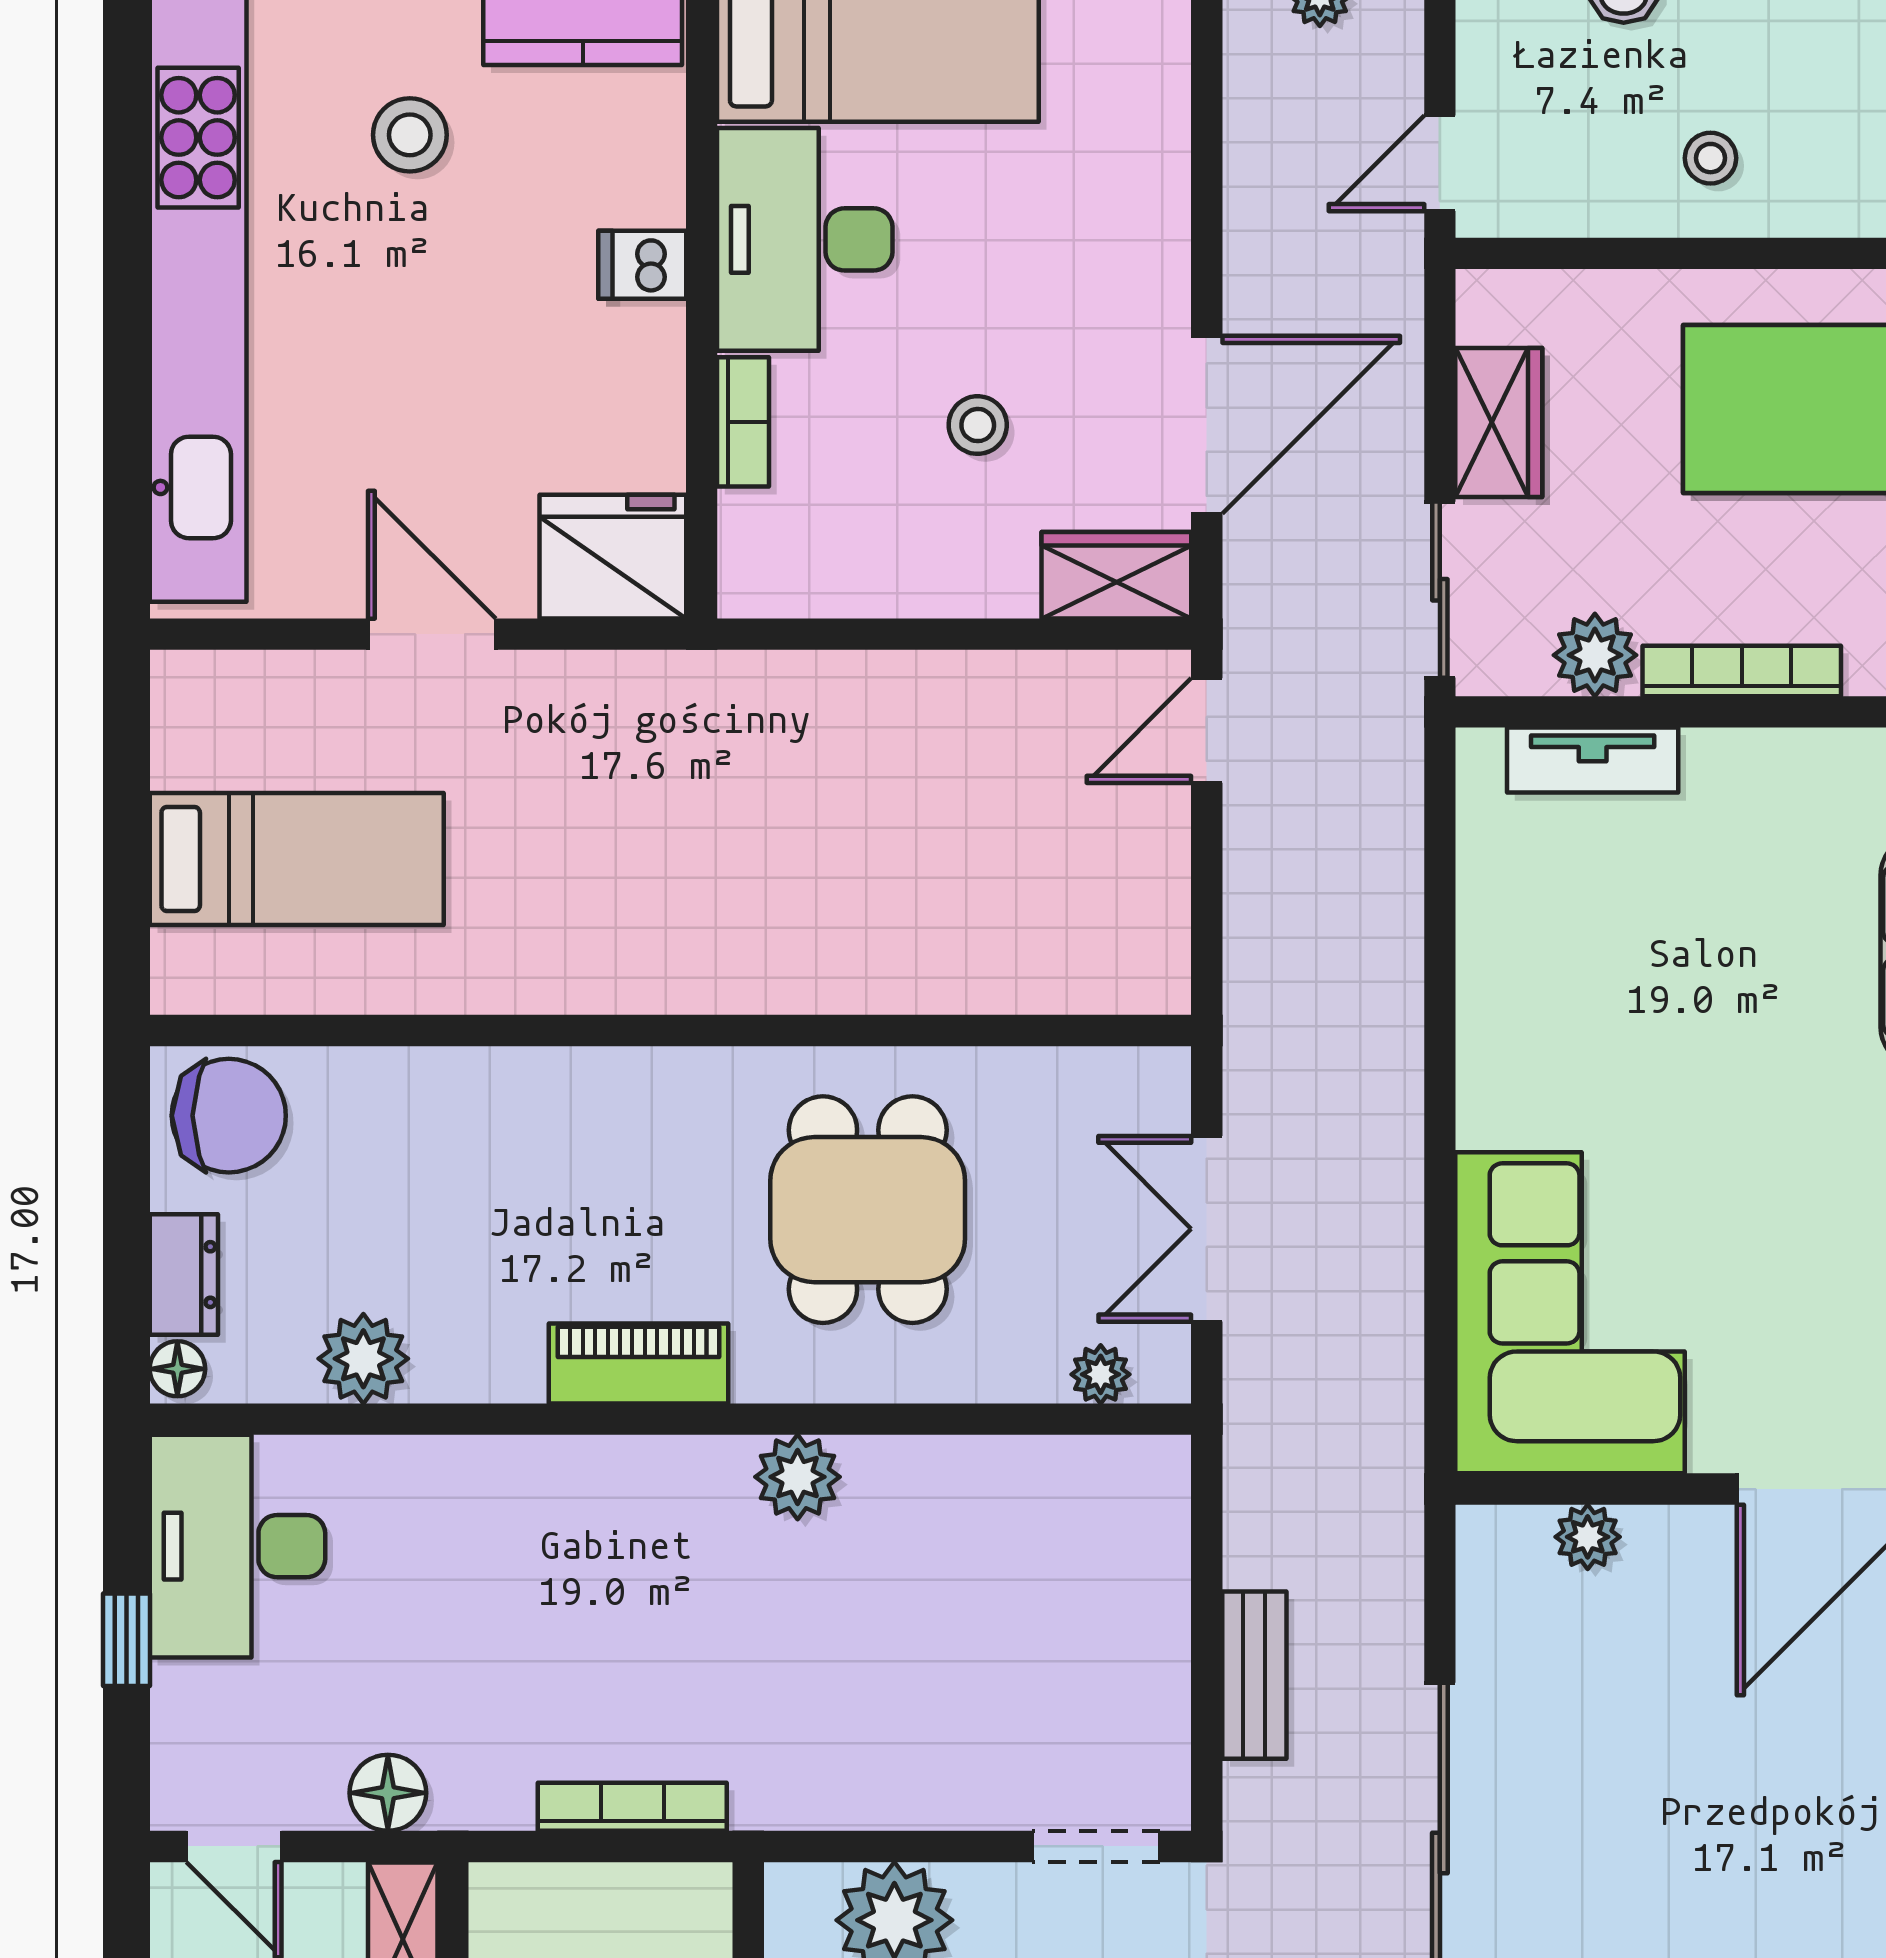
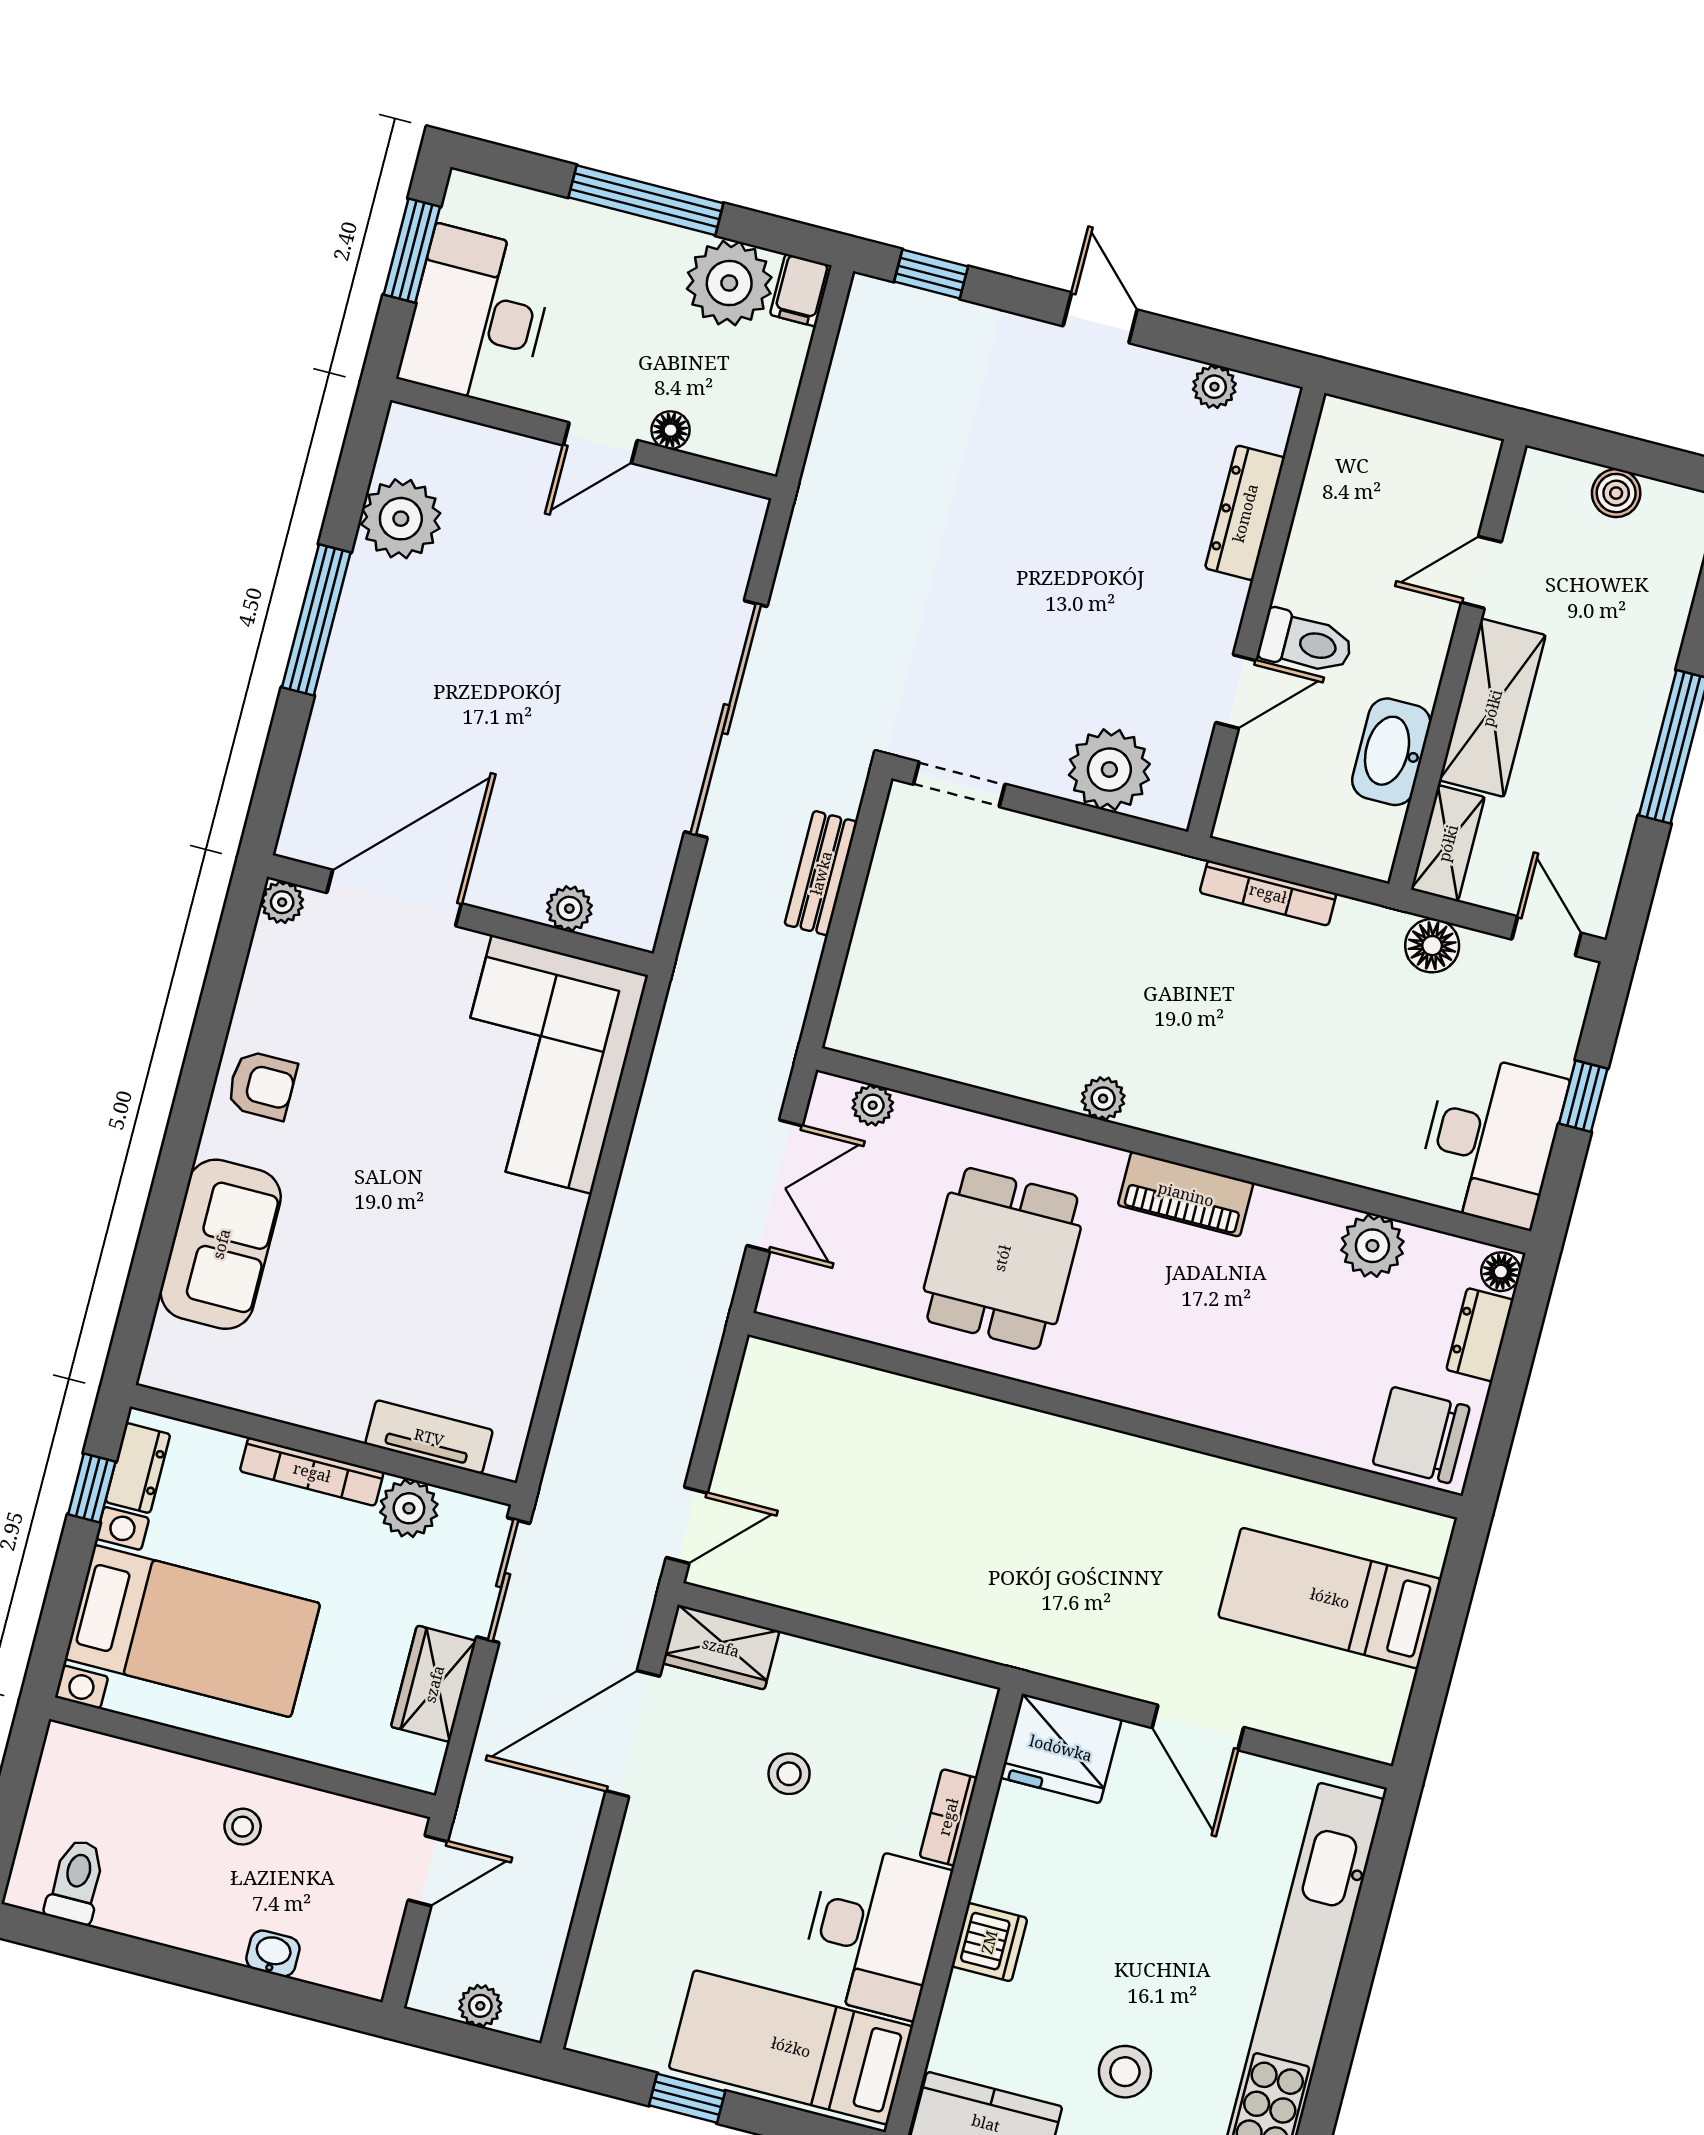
dishwasher: (642, 265) -> (989, 1942), width x1.38
plant: (798, 1477) -> (1103, 1099), width x0.73, depth x0.73

